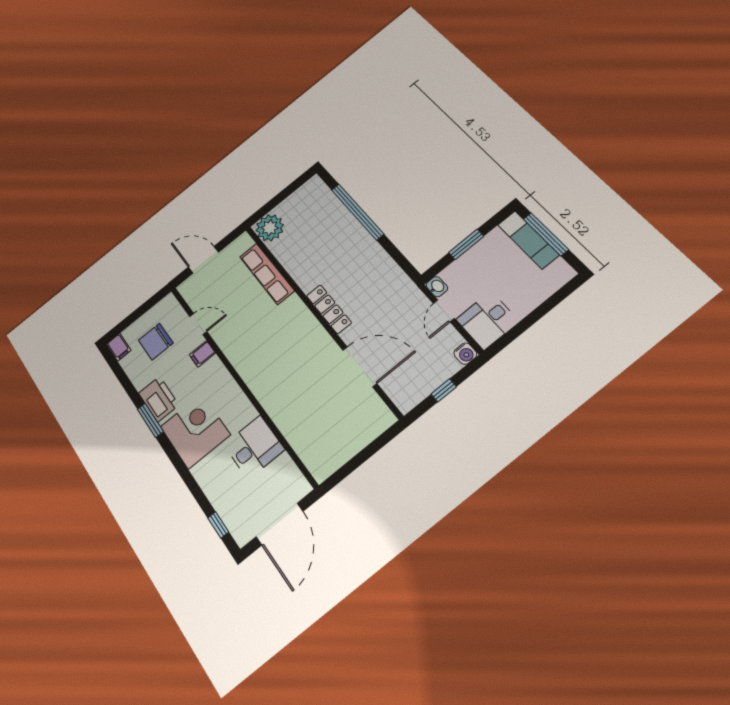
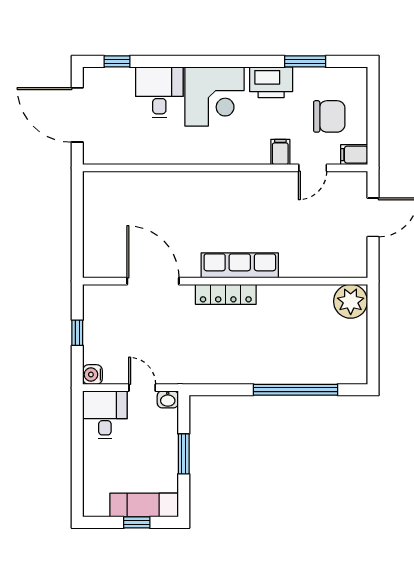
window: (546, 234) -> (137, 522), width x0.46
row of seats: (267, 274) -> (240, 265), moved
chair: (156, 342) -> (329, 116), turned 90
filing cabinet: (119, 347) -> (354, 155), moved
door: (360, 367) -> (153, 281), swing flipped
window: (150, 420) -> (305, 61), moved
desk: (254, 447) -> (159, 92), moved, turned 180

